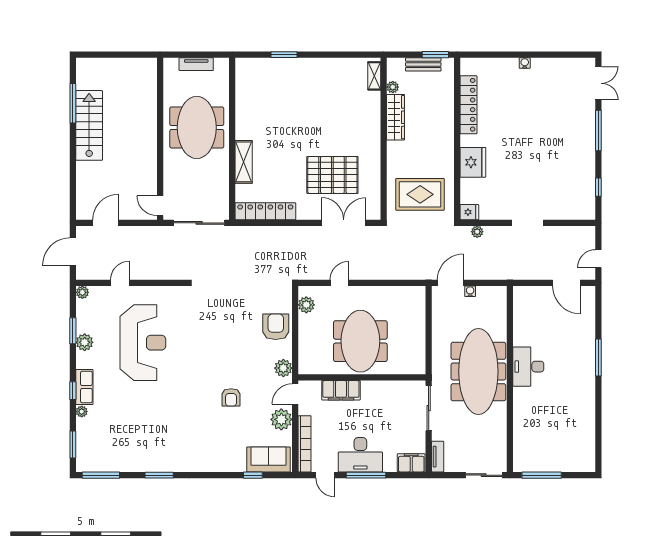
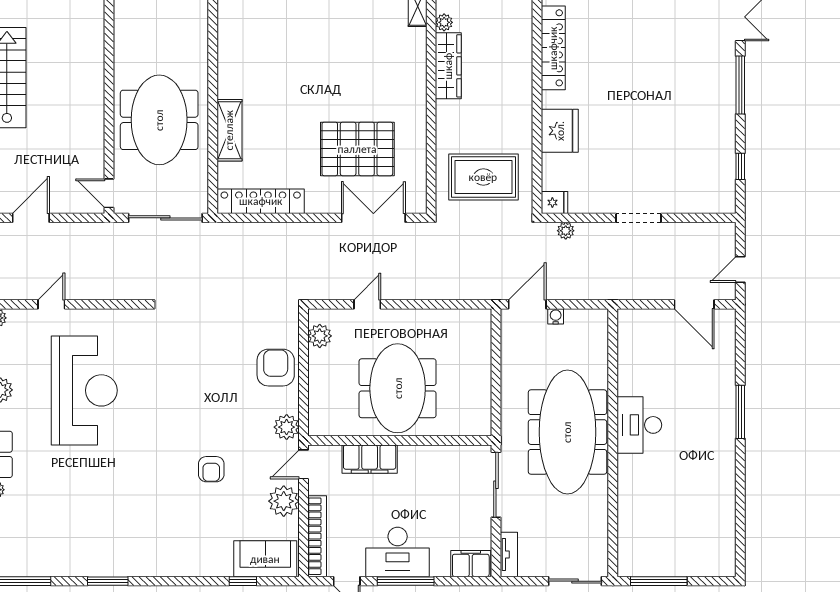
meeting table: (197, 127) -> (159, 120), moved

